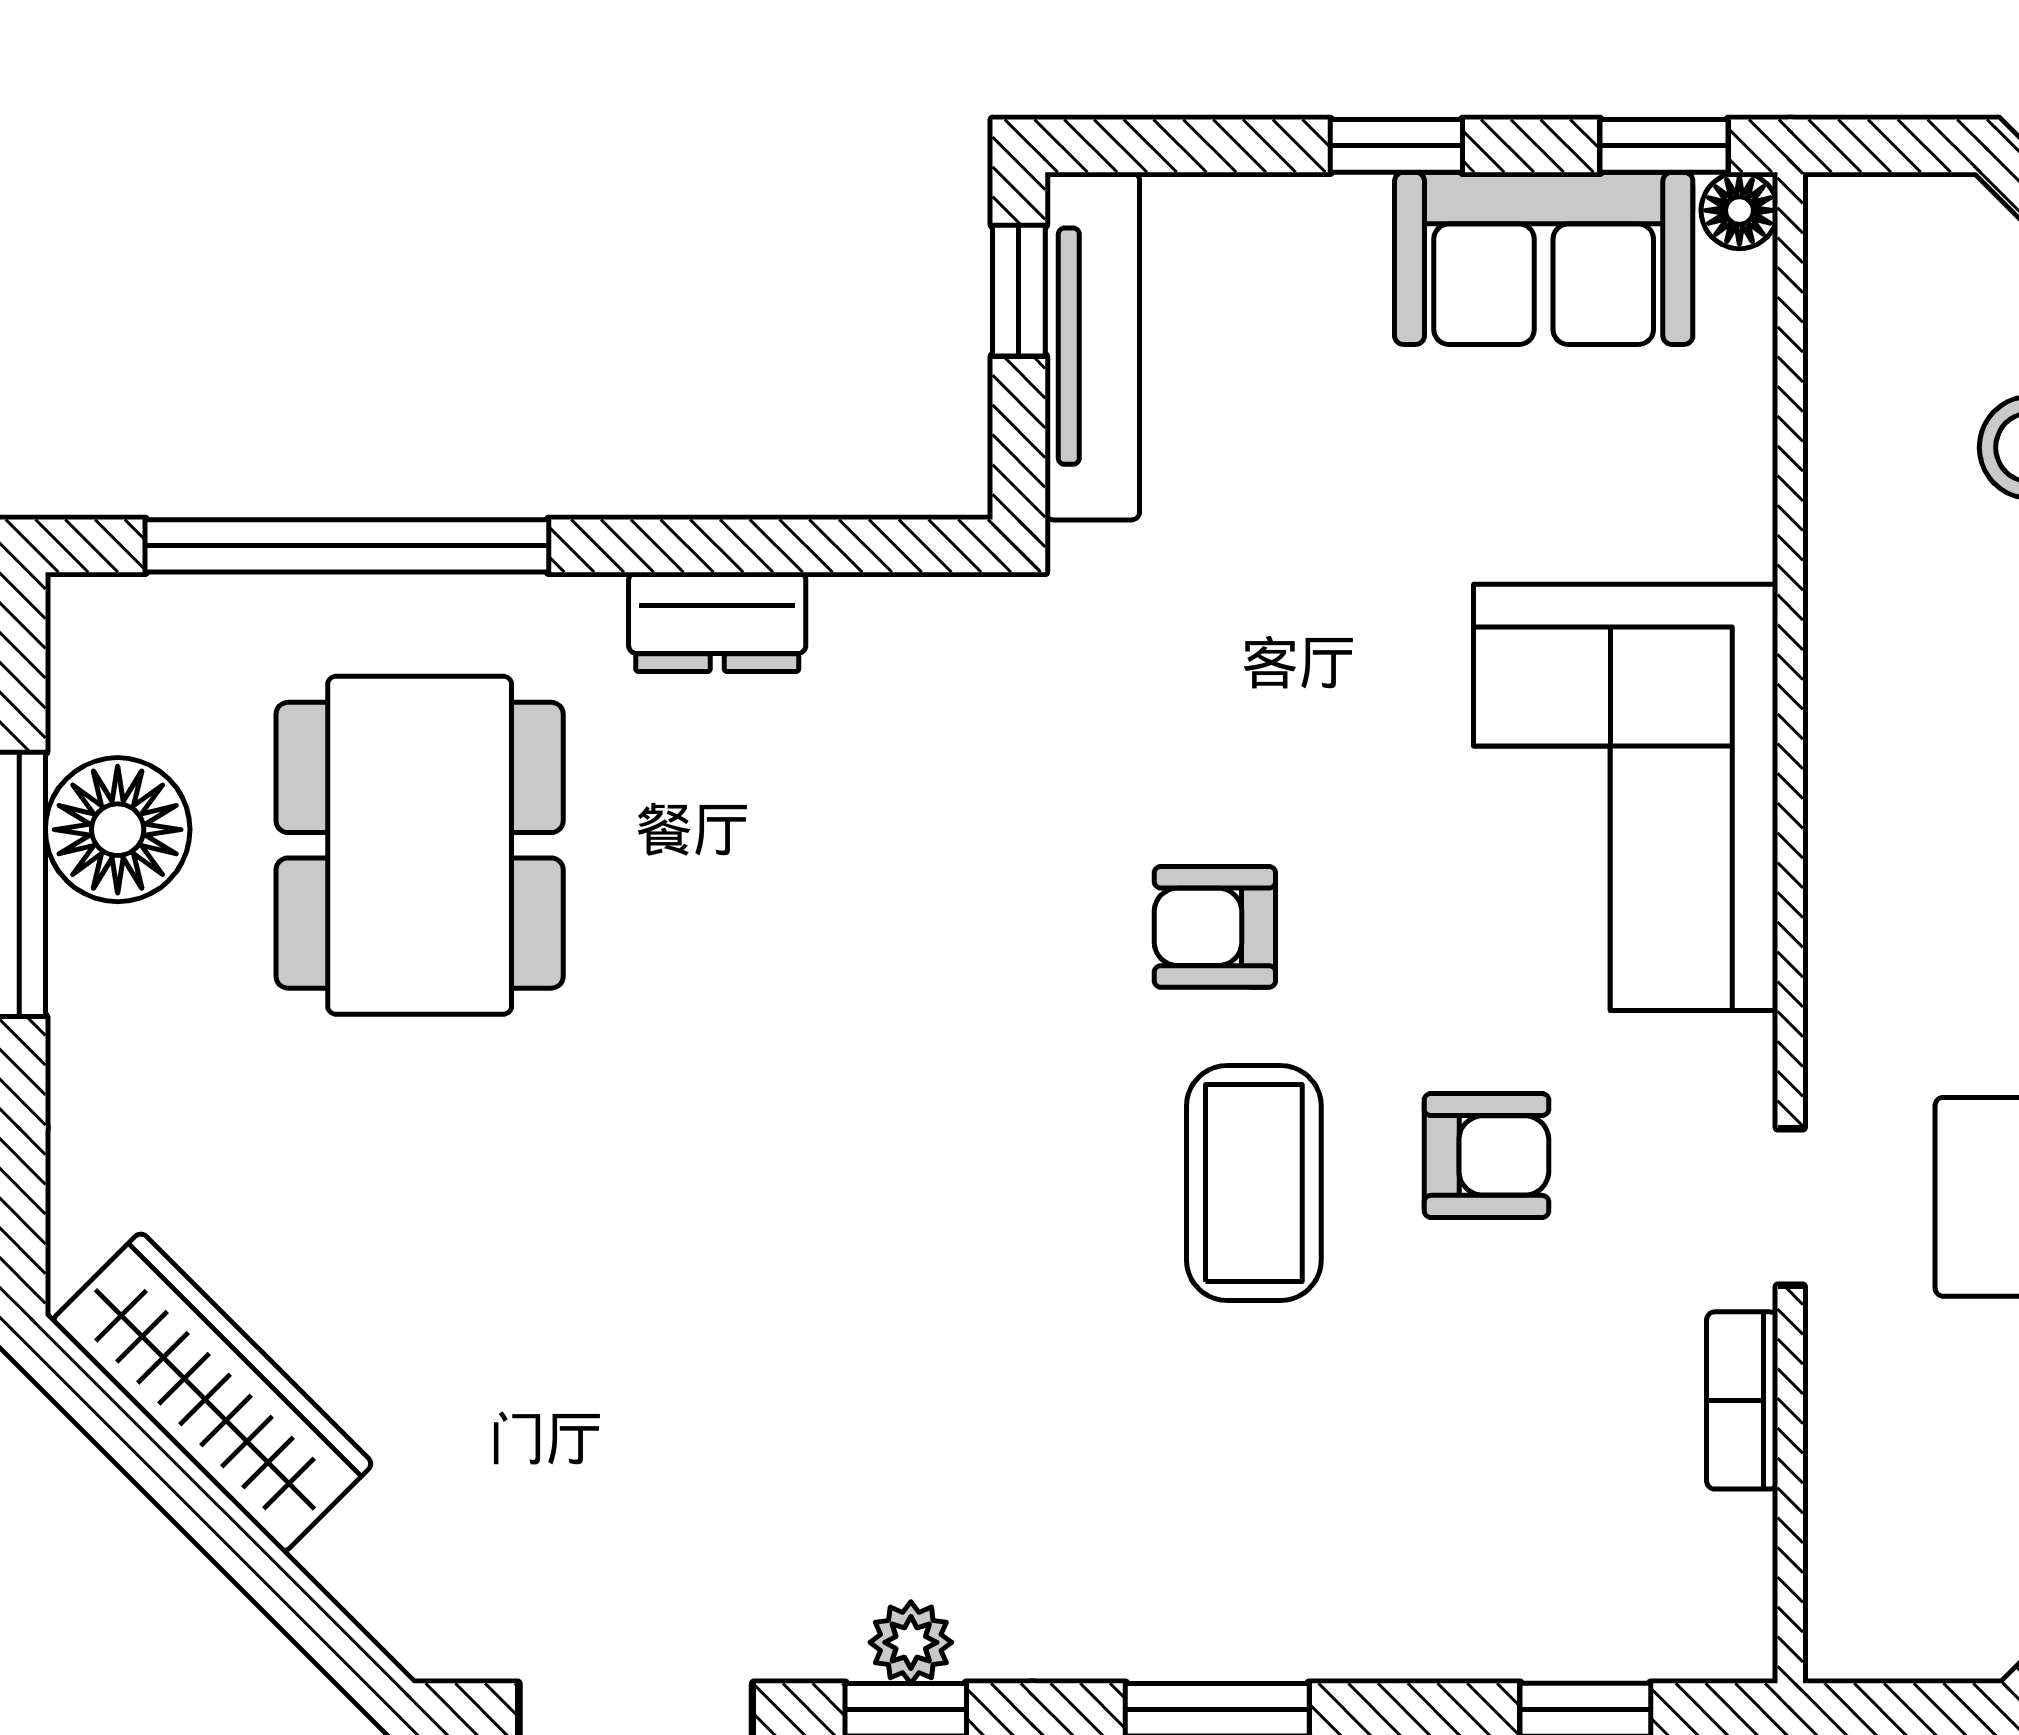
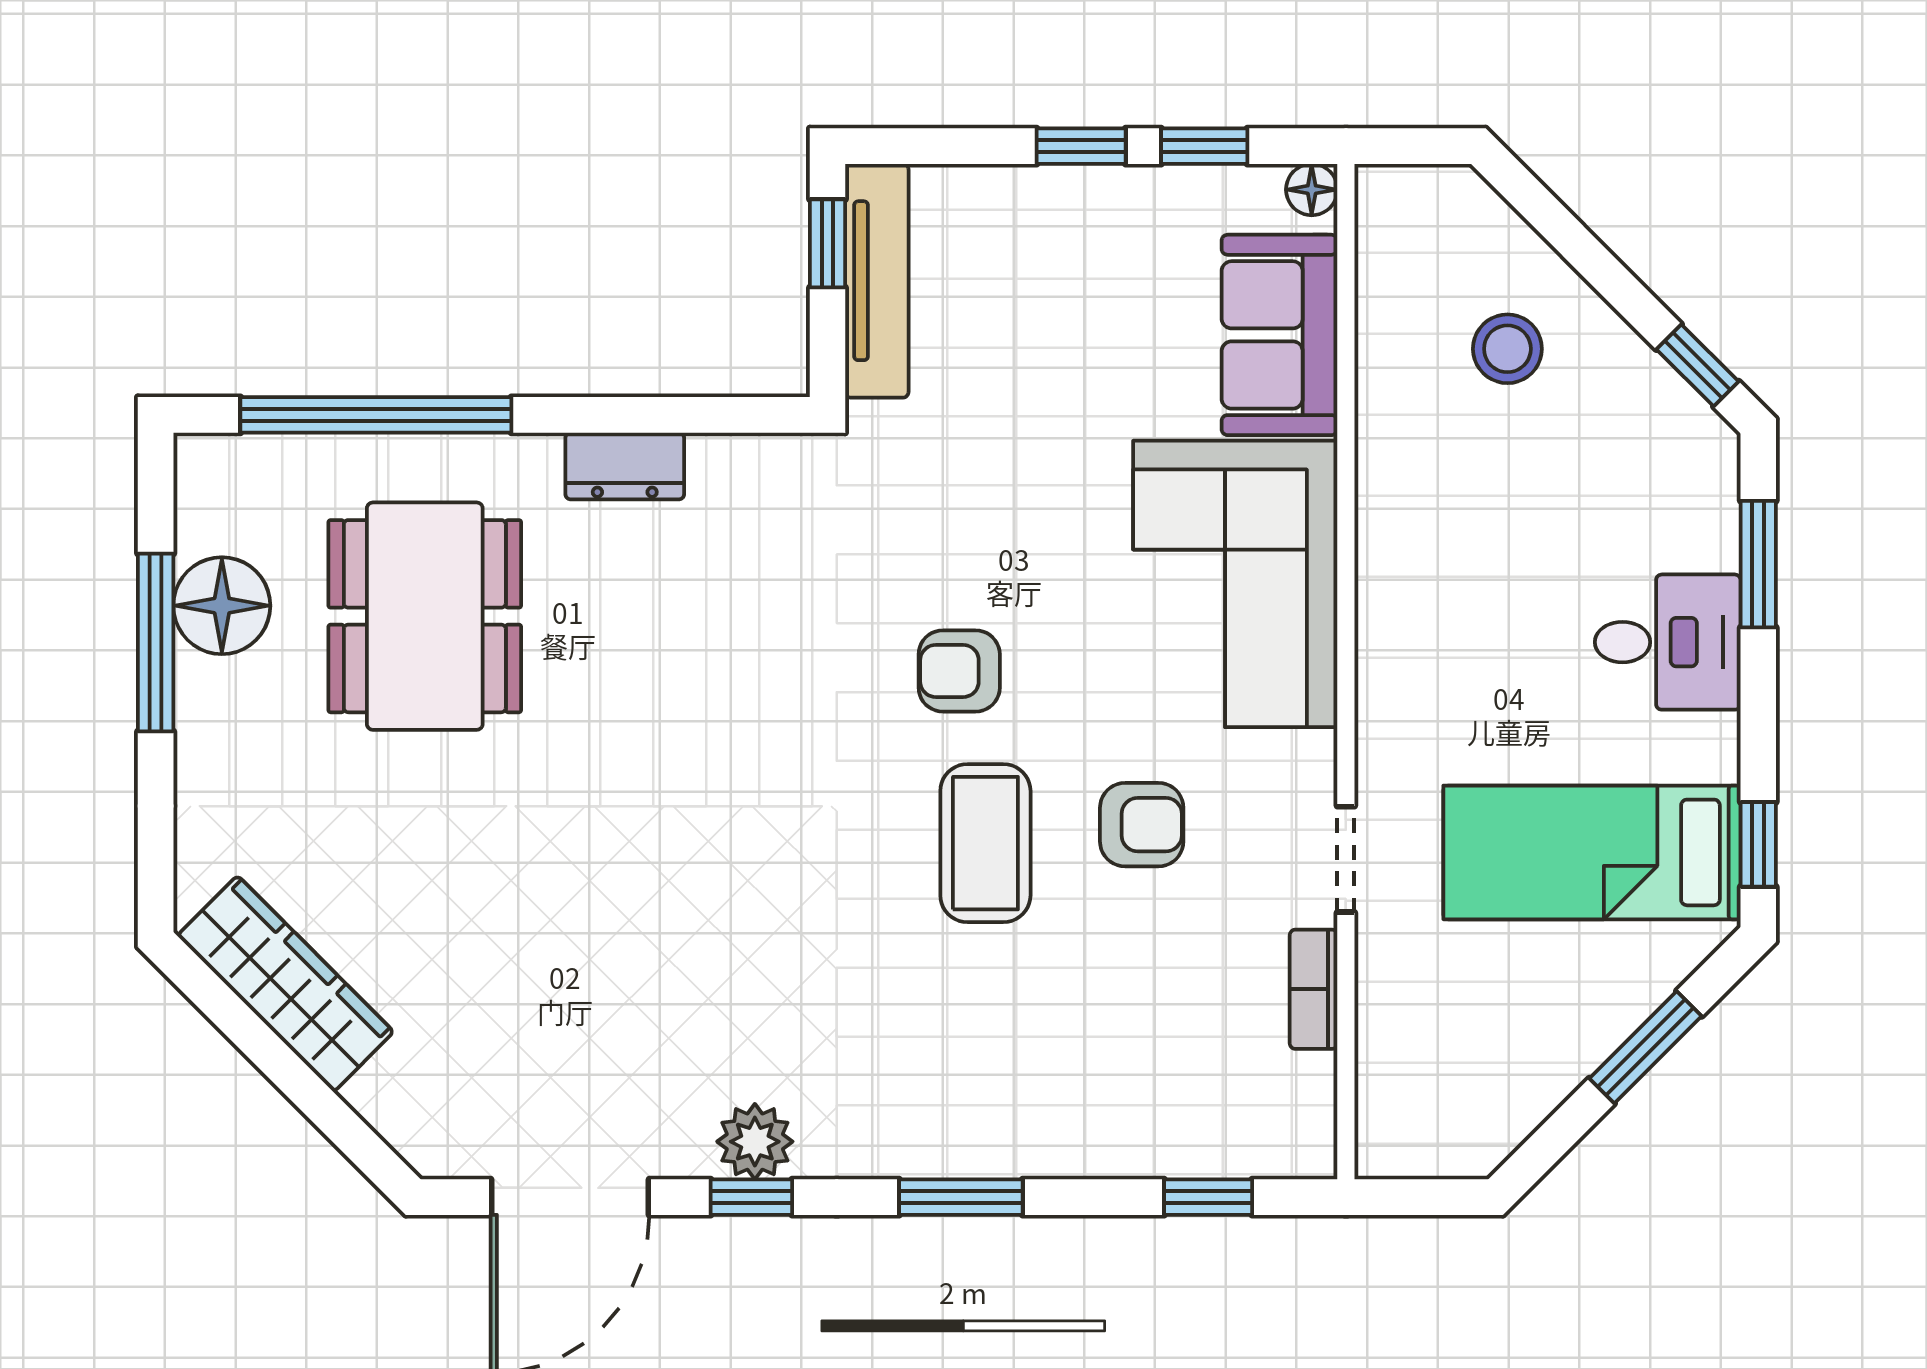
window: (1664, 146) -> (1204, 146), moved
sofa: (1544, 258) -> (1280, 335), moved, turned 90
plant: (911, 1642) -> (755, 1142), width x1.38, depth x1.38

